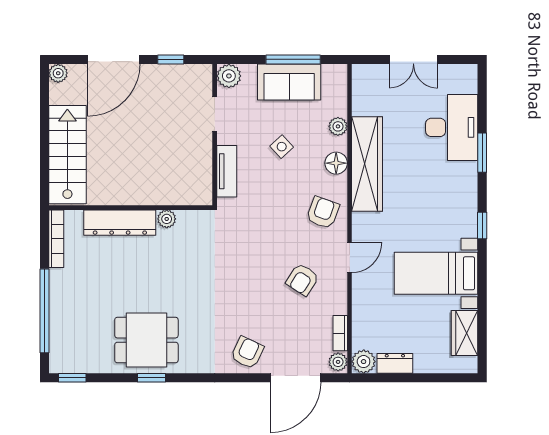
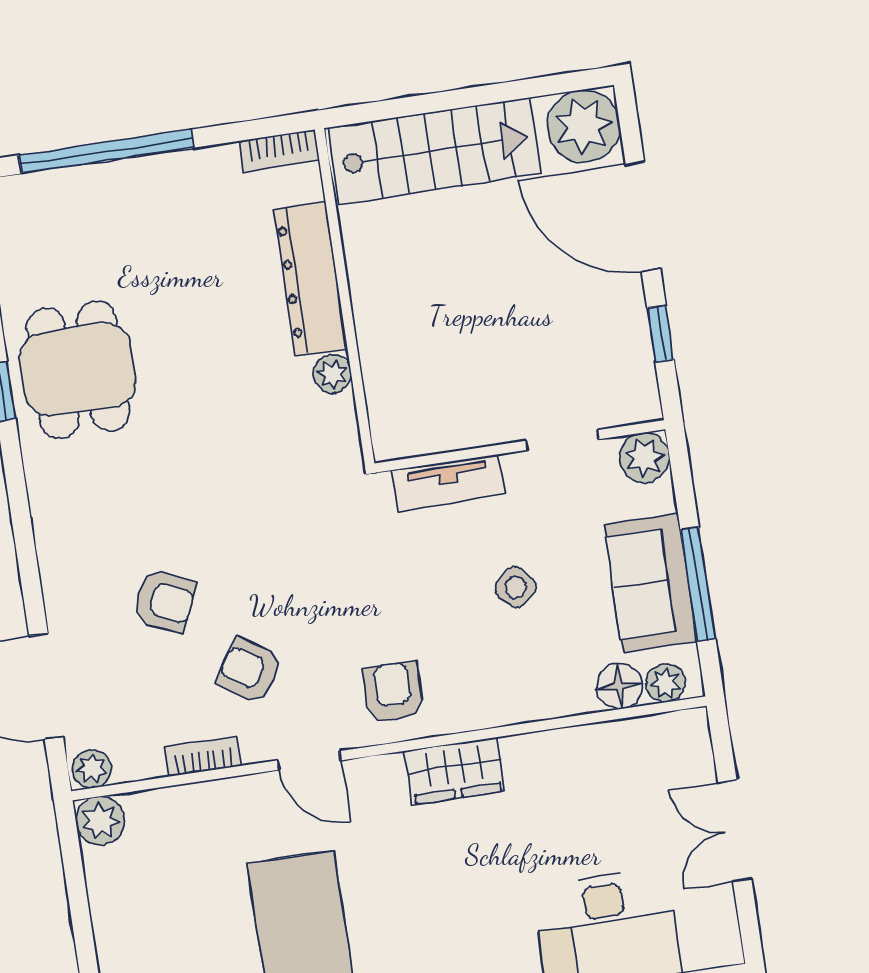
plant: (58, 73) -> (584, 126), width x1.88, depth x1.88
plant: (338, 126) -> (666, 683), moved
floor lamp: (336, 163) -> (619, 686), moved
wardrobe: (367, 164) -> (455, 771), width x0.48, depth x0.85
armchair: (323, 213) -> (393, 692), turned -110
bookcase: (56, 239) -> (279, 150), width x0.64
bookcase: (340, 333) -> (203, 757), moved
armchair: (247, 353) -> (164, 601), moved
dresser: (395, 363) -> (106, 886), removed

